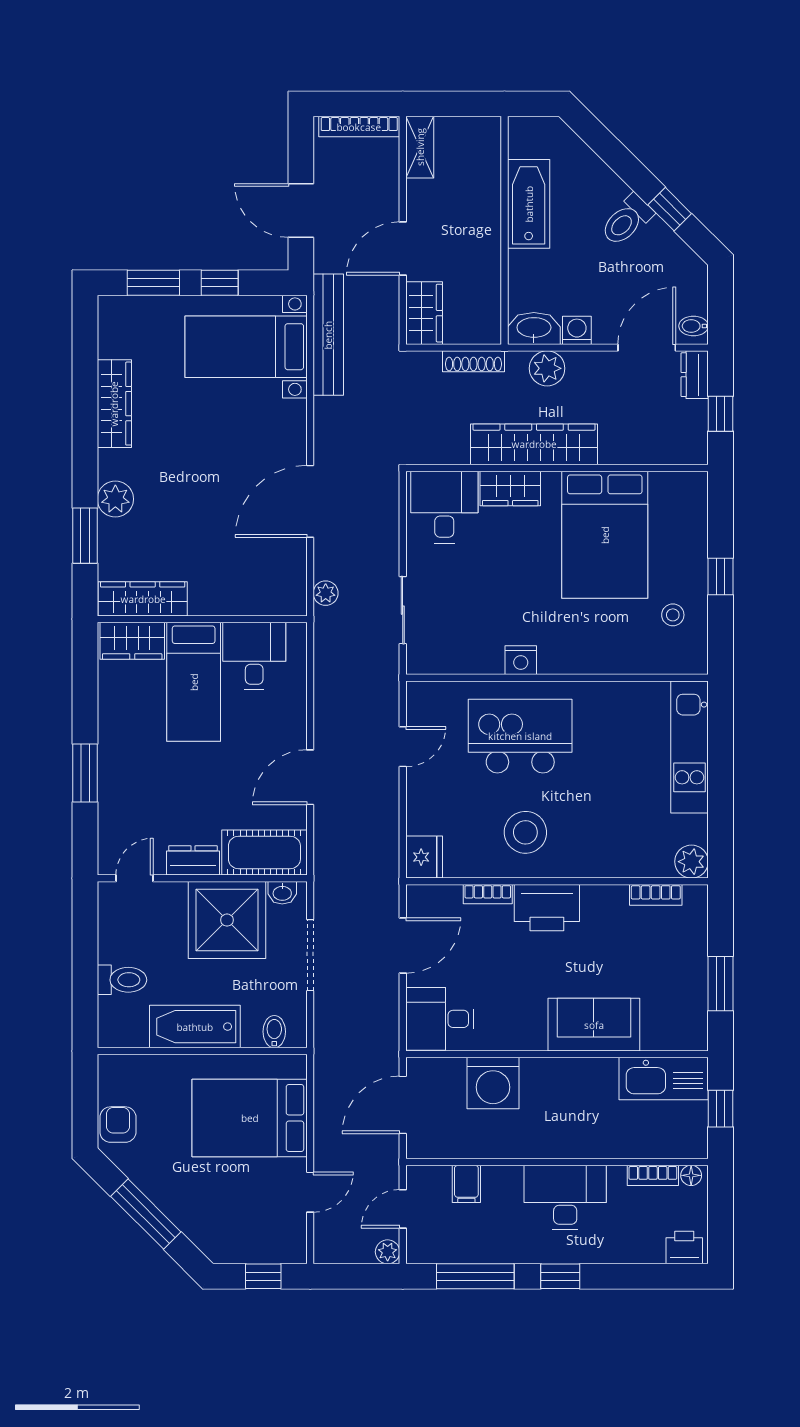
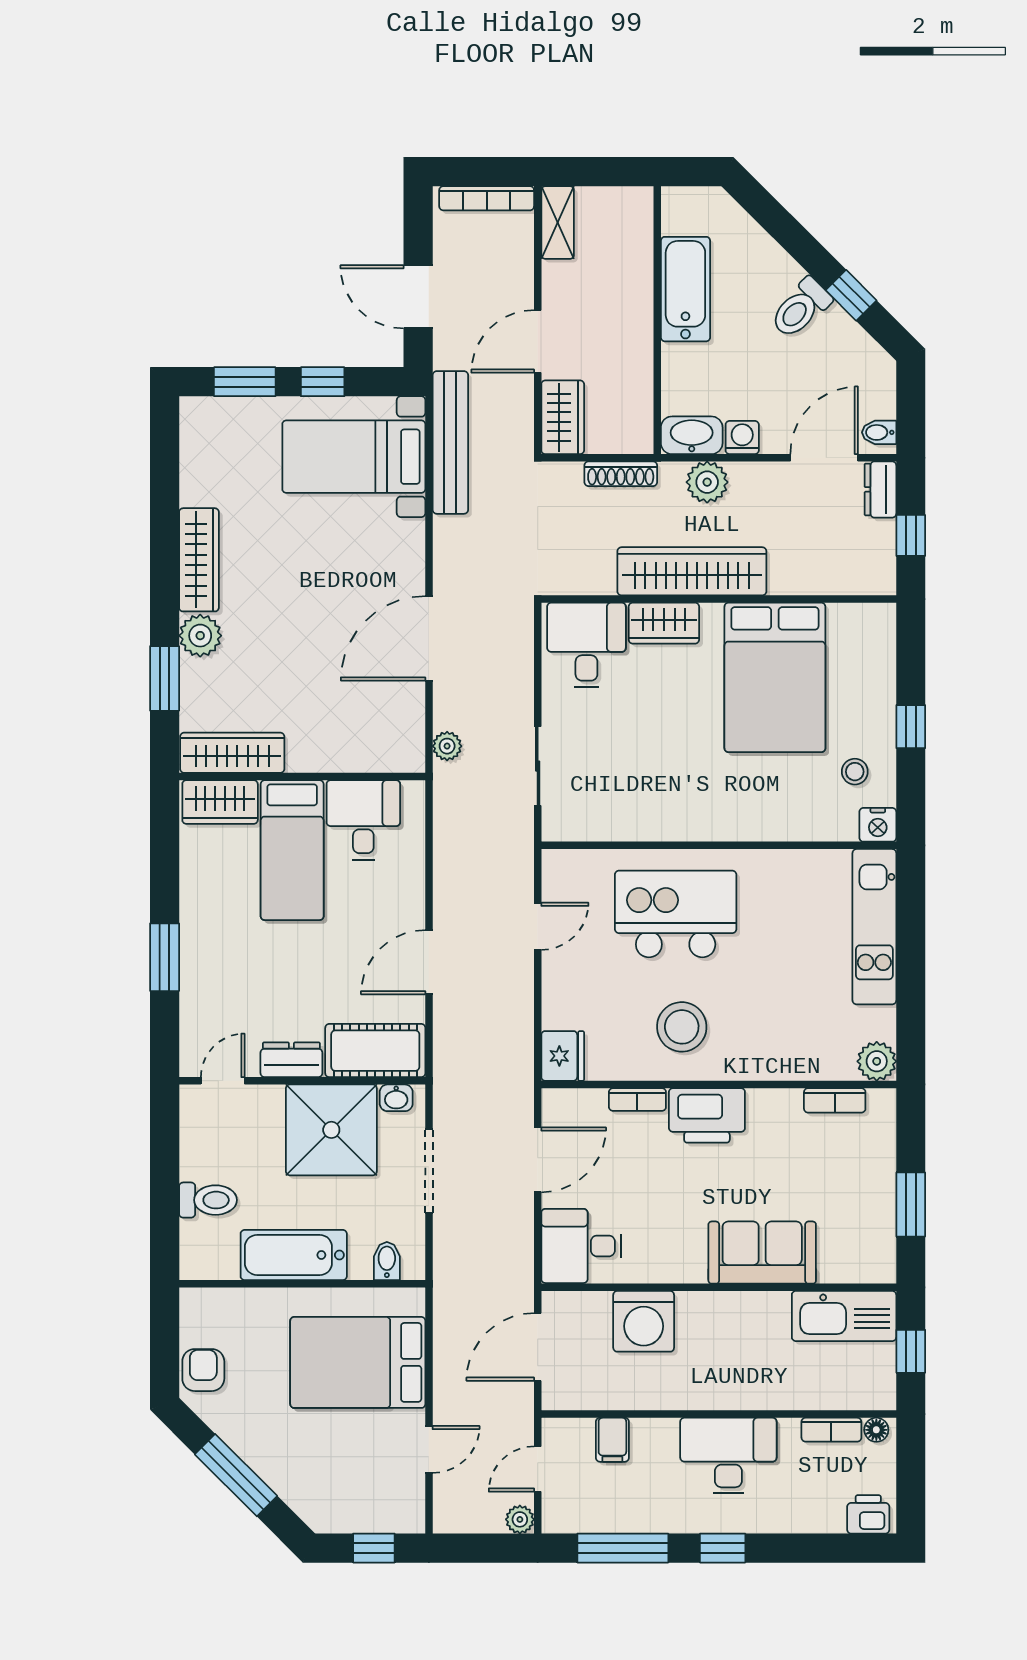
wardrobe: (114, 404) -> (199, 560), moved
nightstand: (521, 660) -> (878, 825), moved

